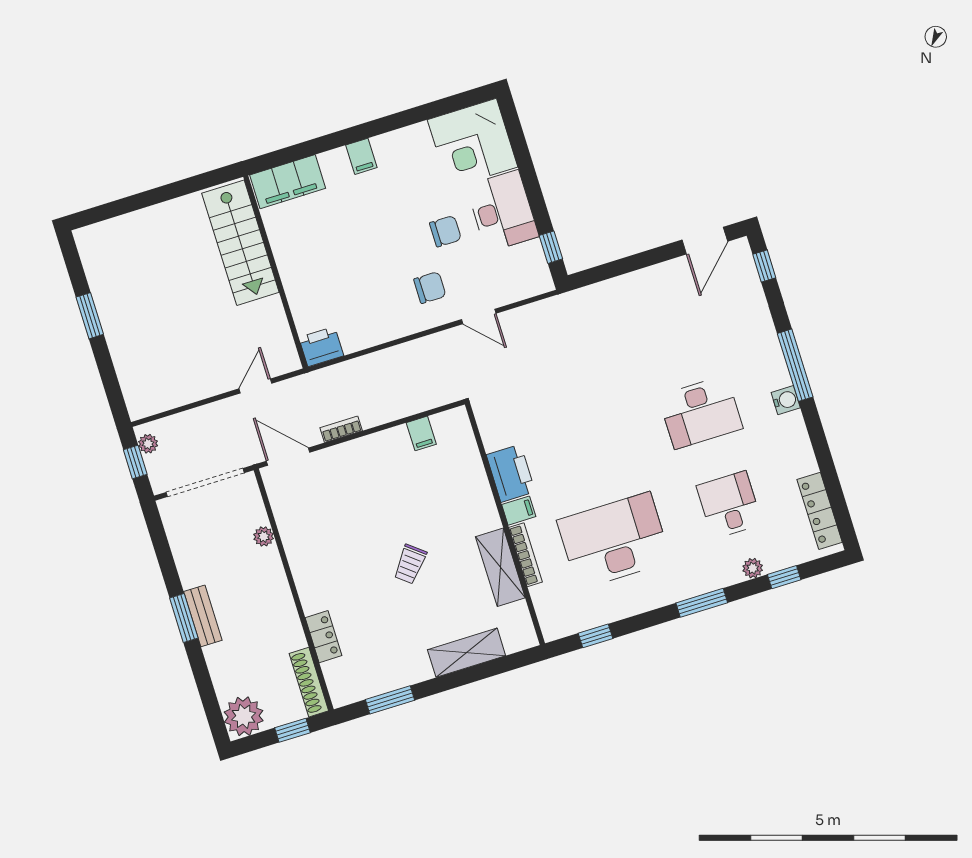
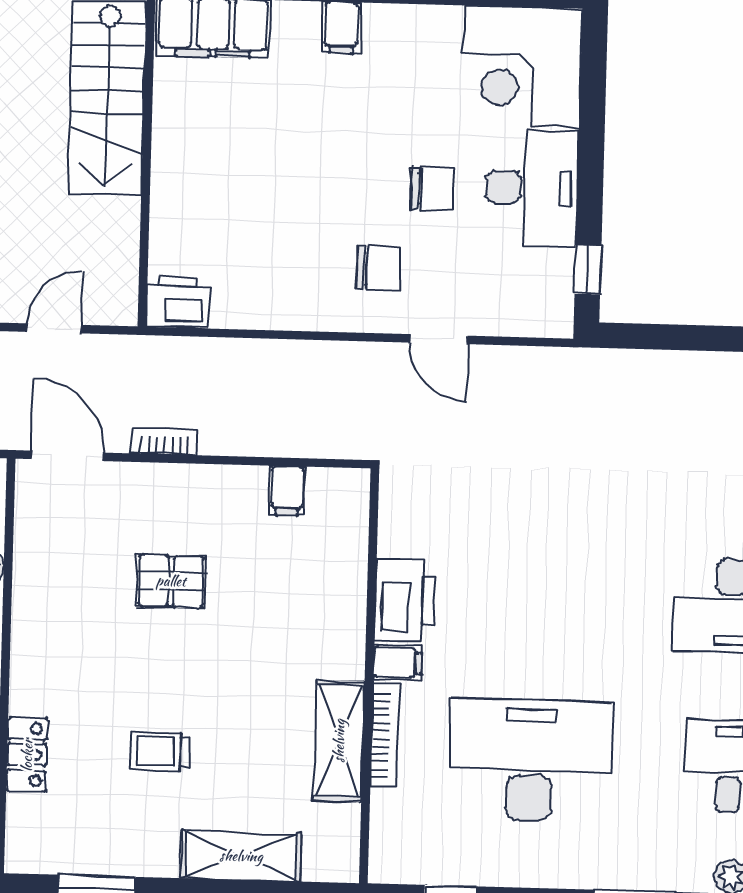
pallet: (372, 508) -> (171, 581), added
trolley: (410, 564) -> (160, 751), moved, turned 51

